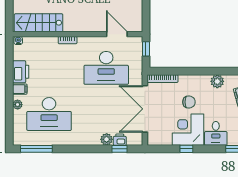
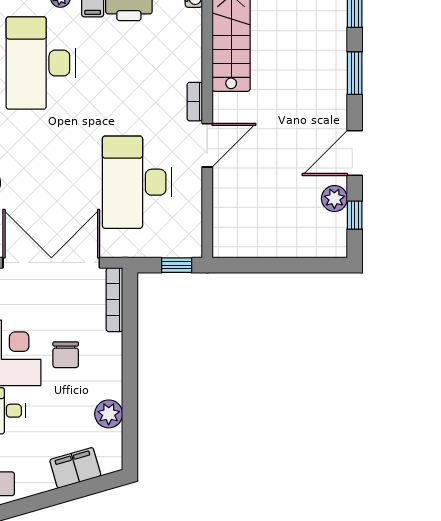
door: (117, 34) -> (207, 145), moved

